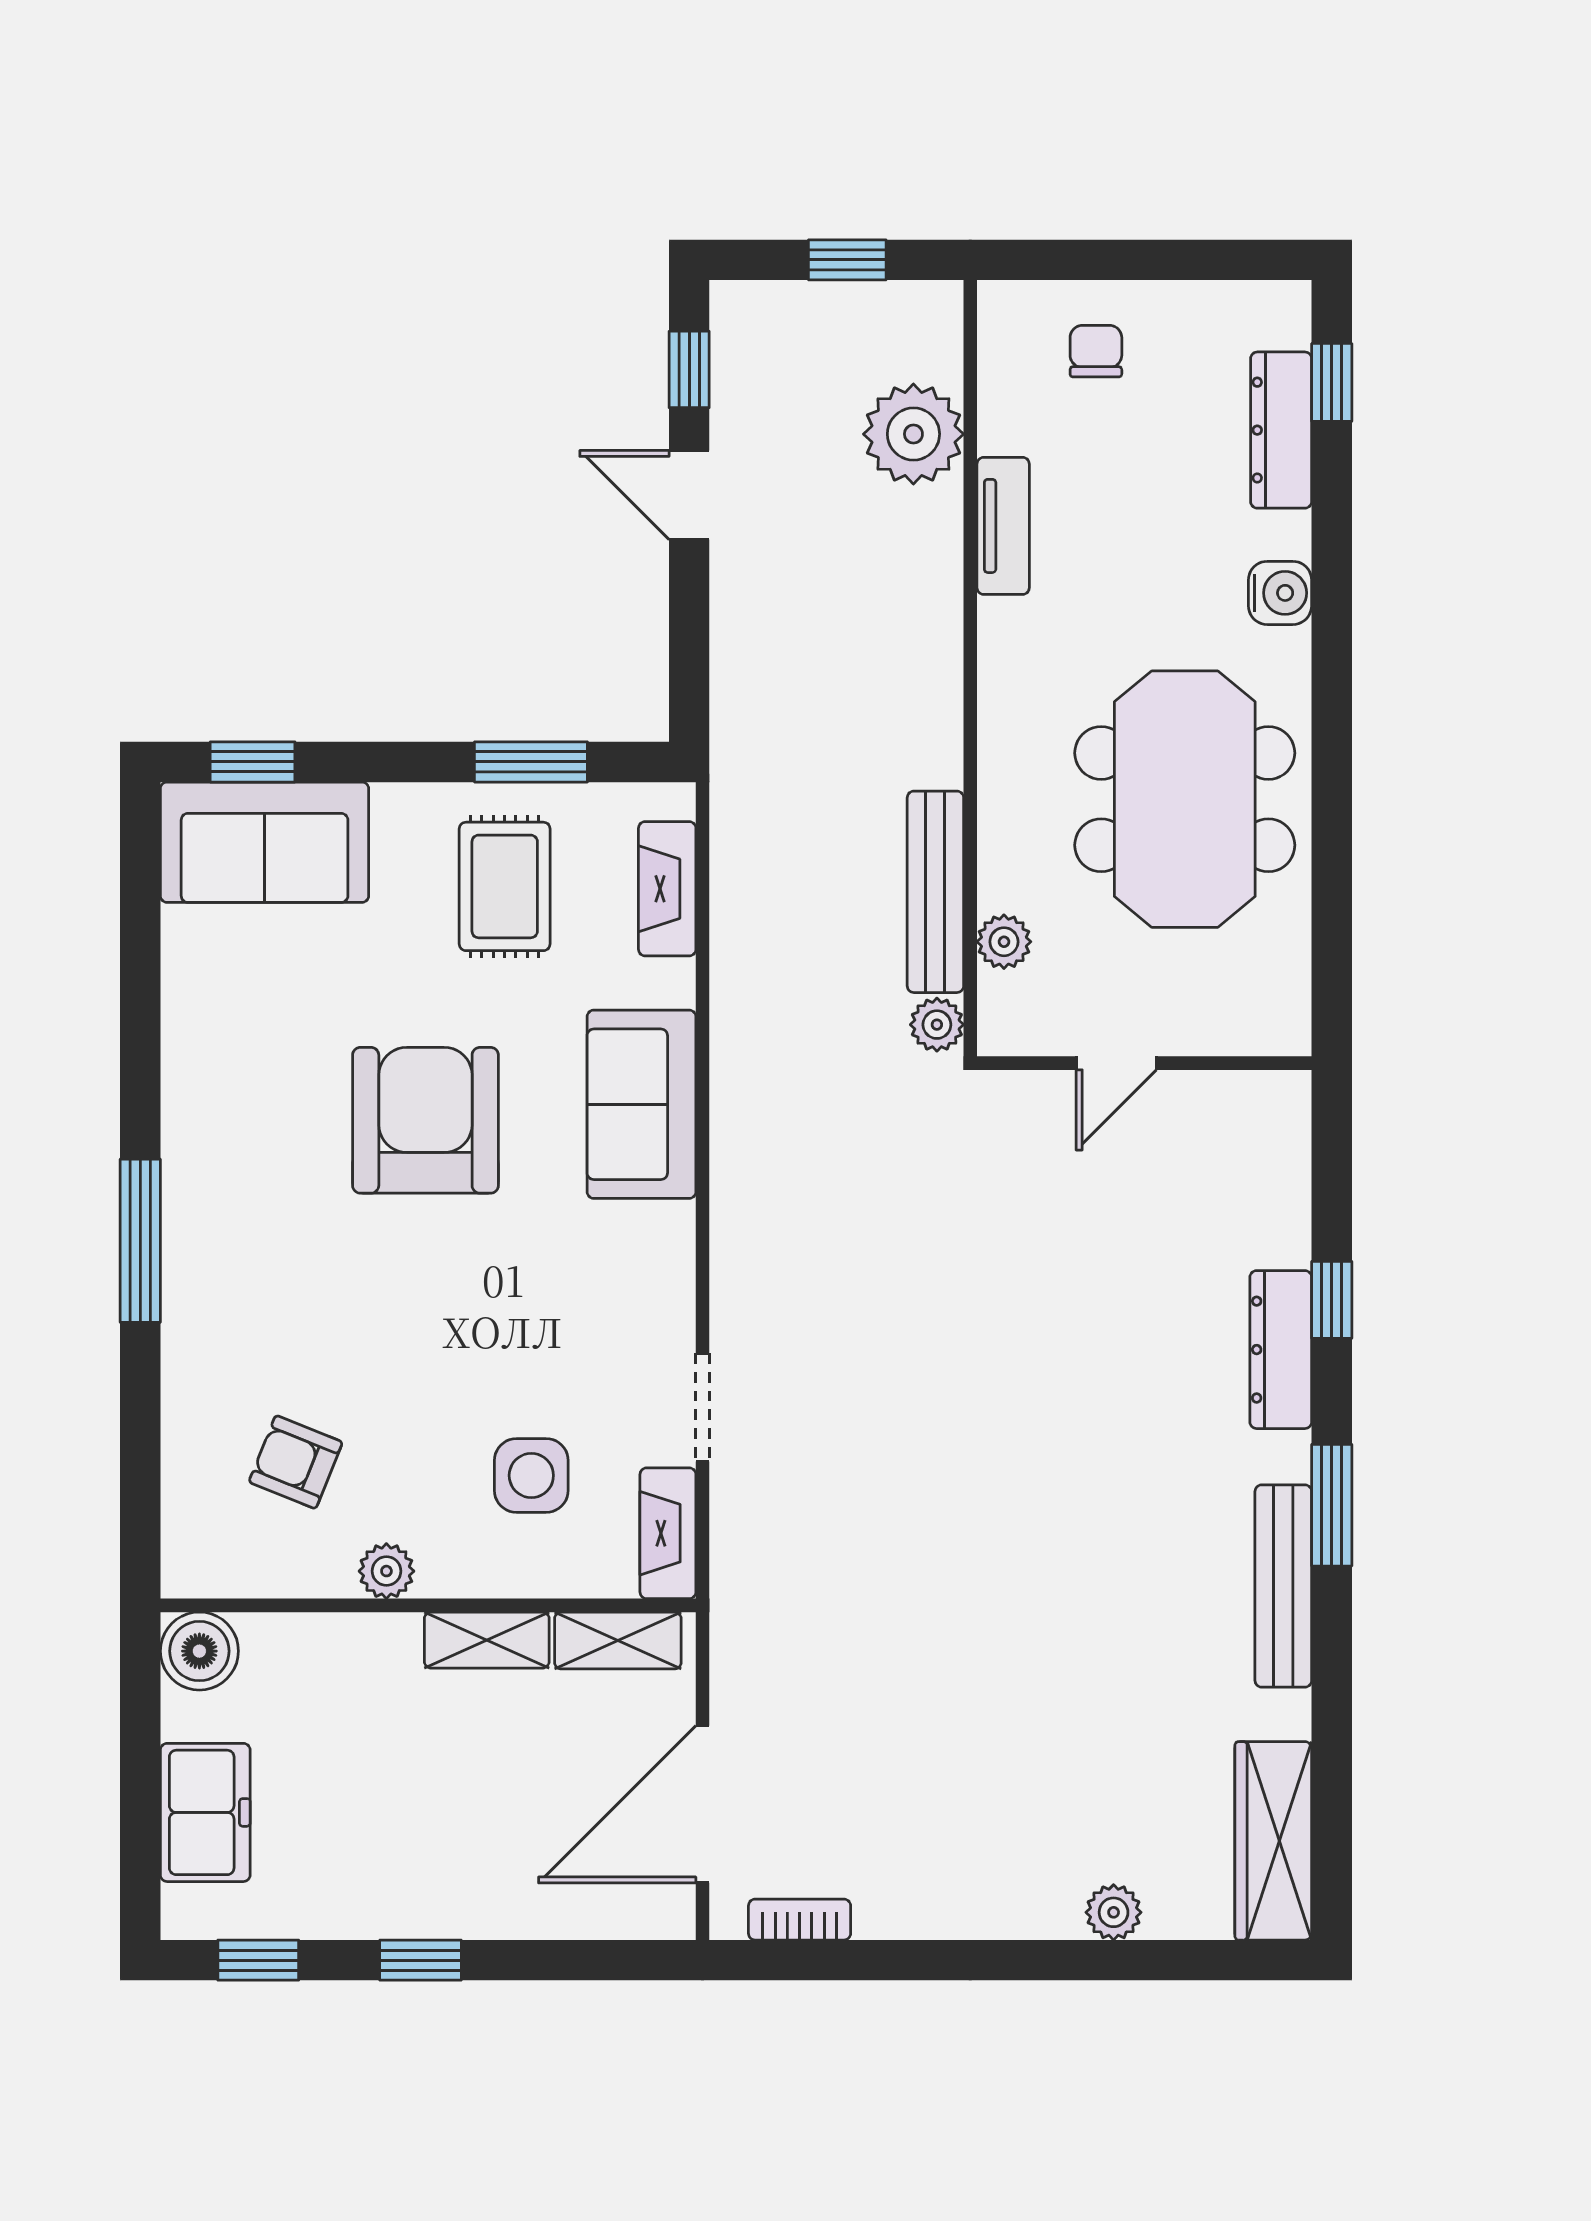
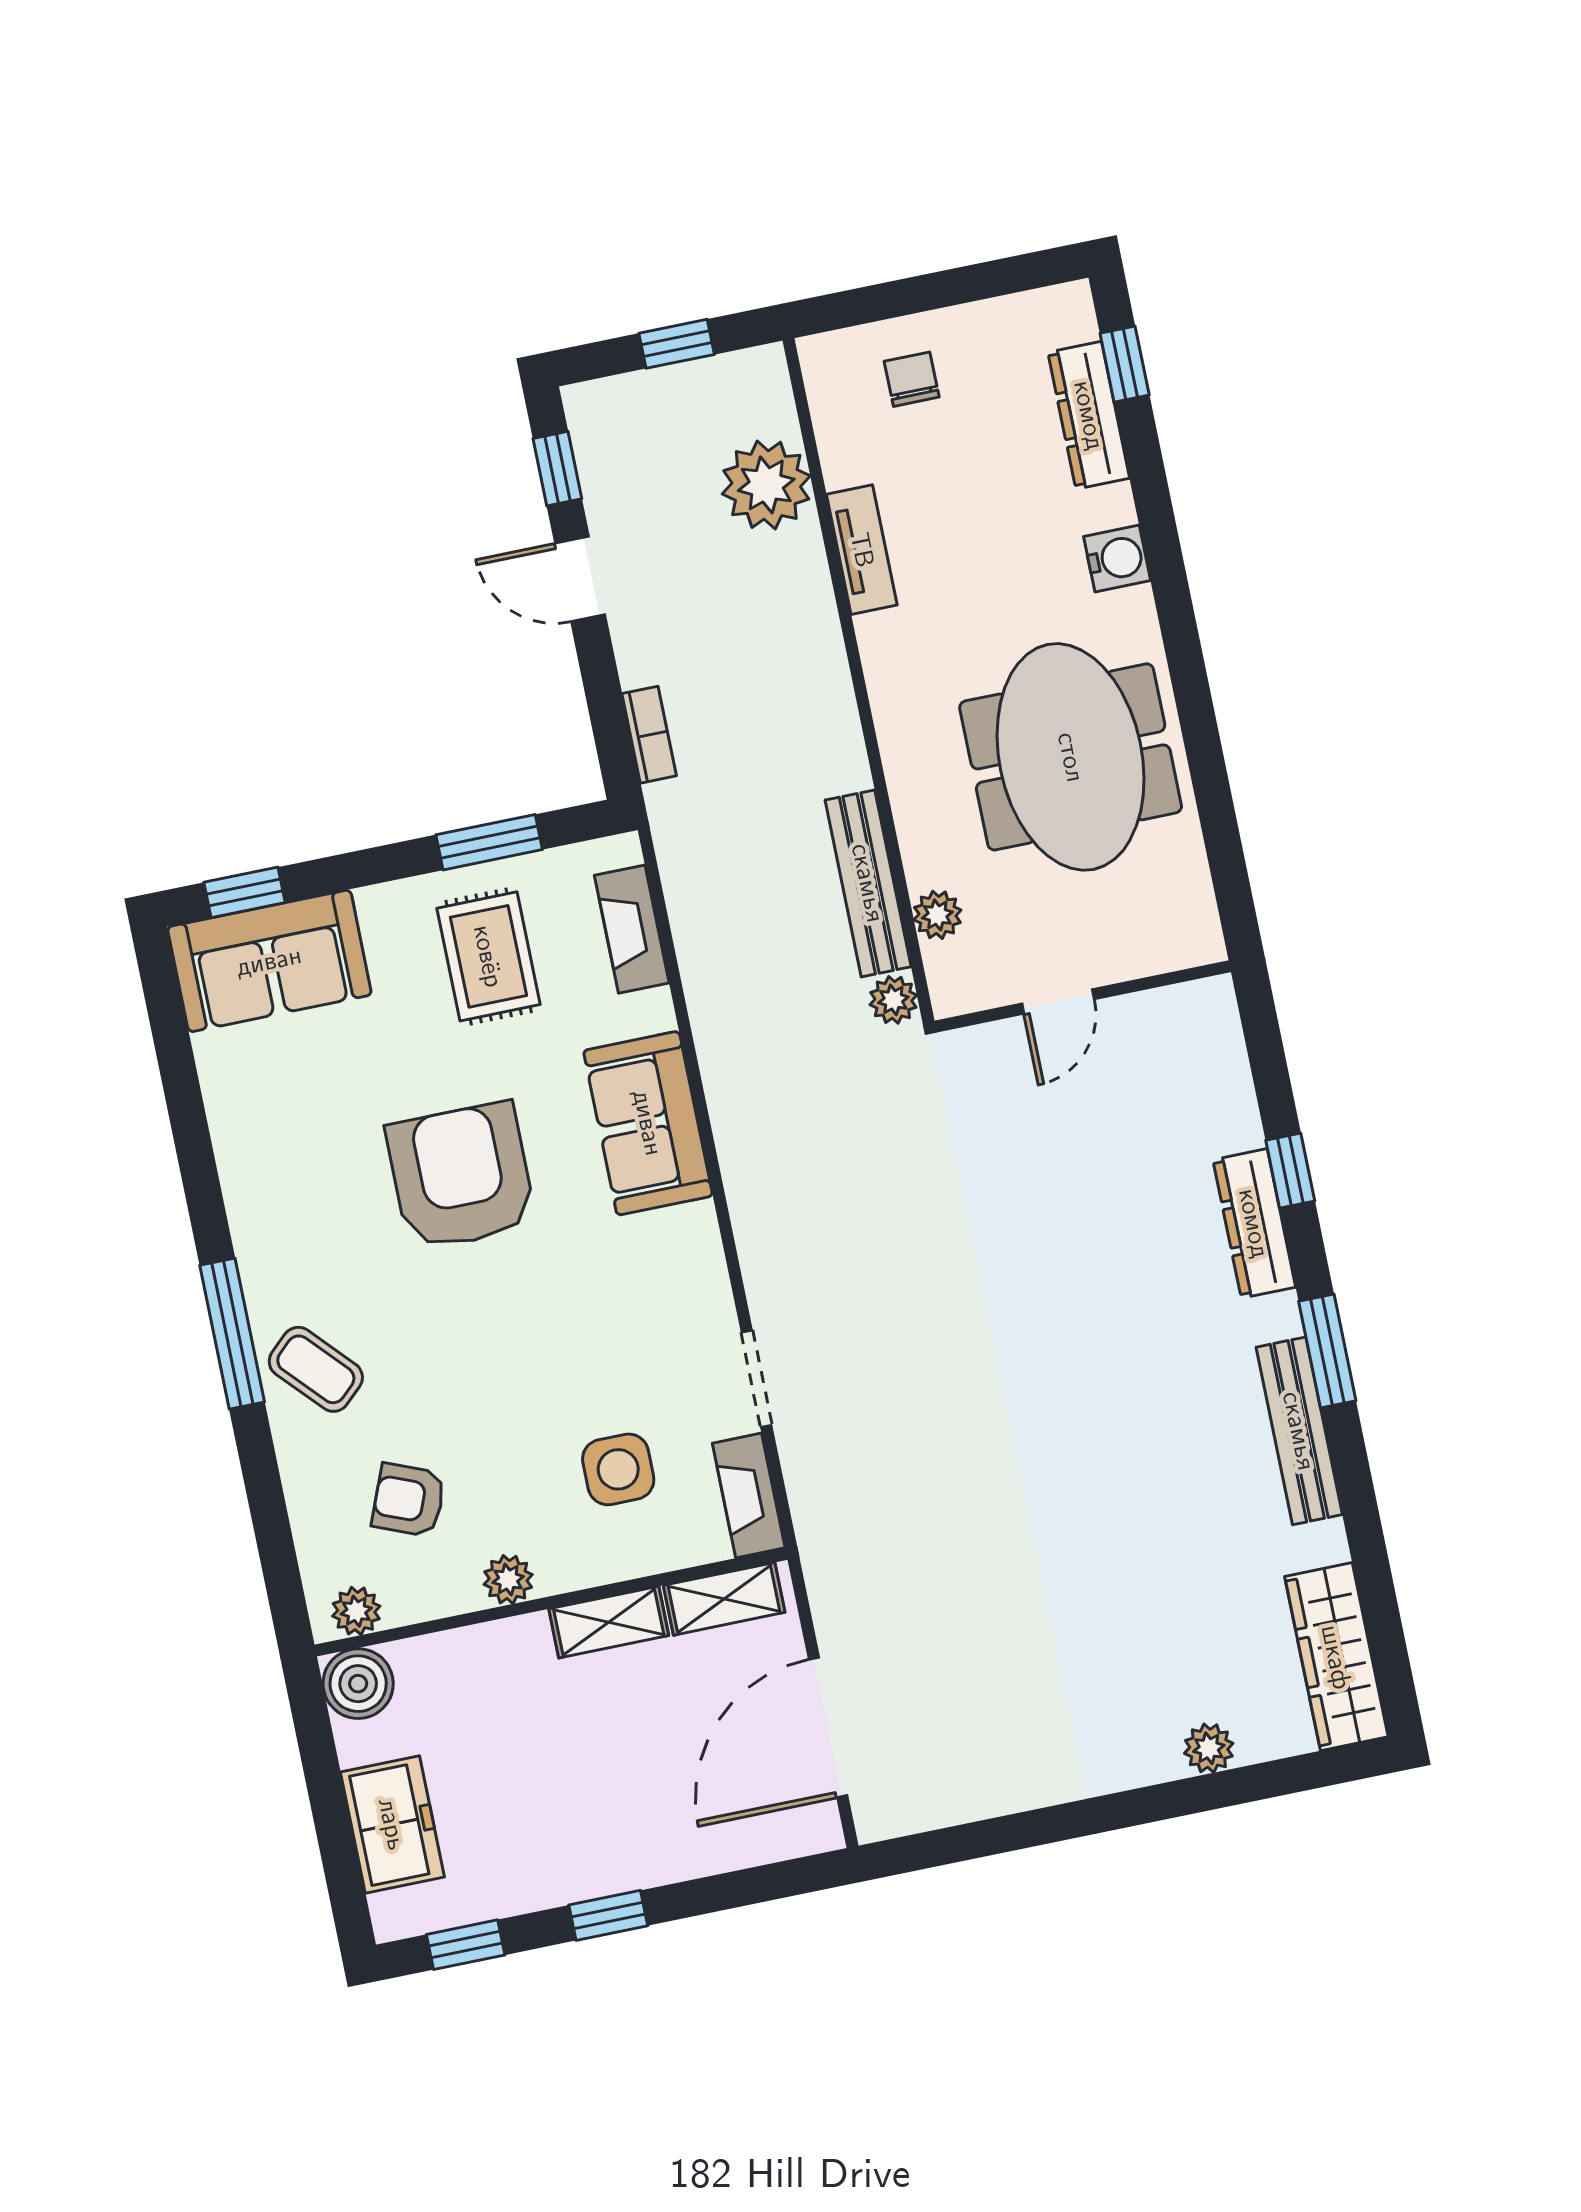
coffee table: (224, 1298) -> (316, 1369), added
plant: (214, 1571) -> (356, 1611), added
bookcase: (800, 1920) -> (649, 735), moved, turned 90

